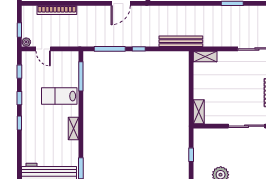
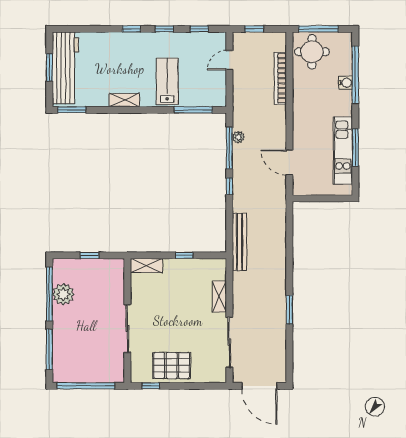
plant: (26, 42) -> (238, 137), moved
shelving: (205, 57) -> (219, 297), moved
window: (191, 83) -> (184, 255), added

